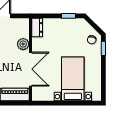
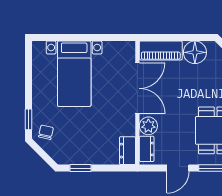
dresser: (24, 29) -> (147, 149), added
double door: (30, 69) -> (137, 88), swing flipped

